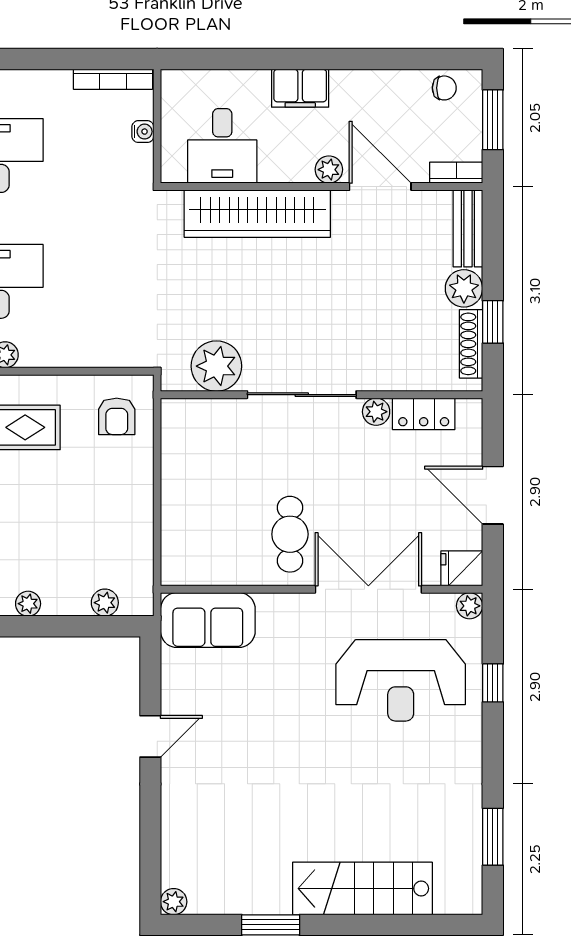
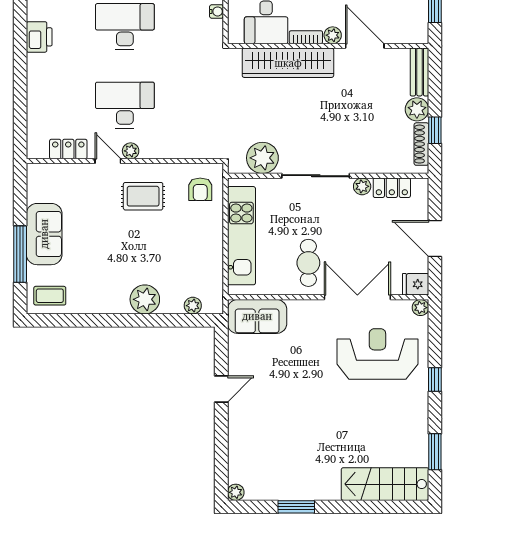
bookcase: (456, 173) -> (306, 37), moved
kitchen unit: (183, 491) -> (241, 236), added
plant: (28, 604) -> (145, 299), width x1.88, depth x1.88
reception desk: (401, 680) -> (377, 354), turned 180
window: (493, 683) -> (435, 379), moved
stairs: (362, 888) -> (385, 484), moved

